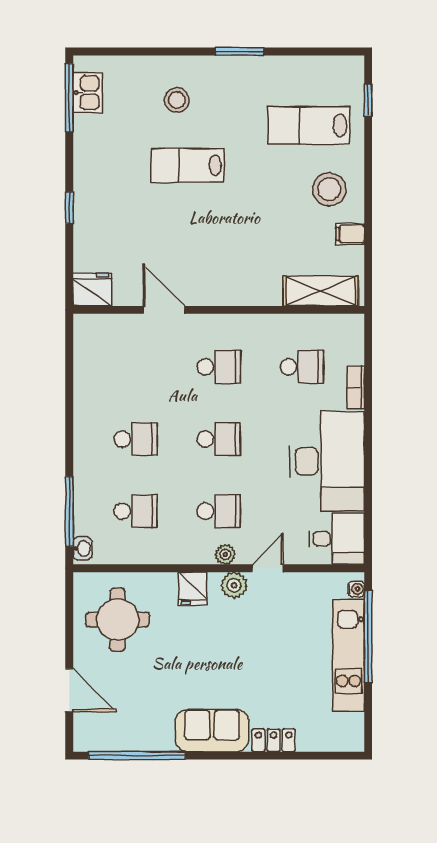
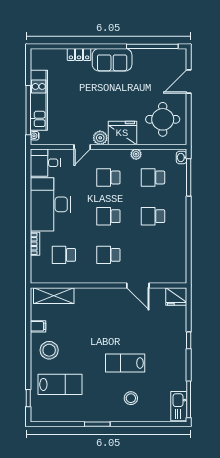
kitchen sink: (88, 93) -> (179, 406), width x1.38
lab bench: (188, 165) -> (125, 363), turned 180
plant: (225, 554) -> (136, 154), moved
fridge: (193, 589) -> (122, 133), width x1.88, depth x1.34
door: (69, 690) -> (189, 82), hinge flipped

